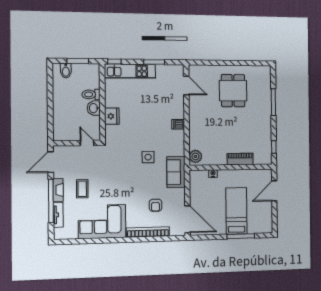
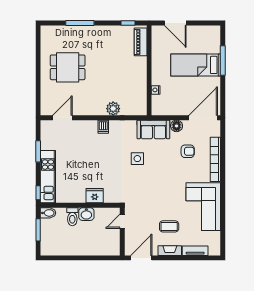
bidet: (66, 71) -> (48, 213), moved
plant: (196, 156) -> (113, 109), moved
piano: (240, 159) -> (141, 42), moved
door: (51, 162) -> (141, 258), swing flipped
floor lamp: (179, 194) -> (177, 126), added
window: (51, 201) -> (181, 258), removed

